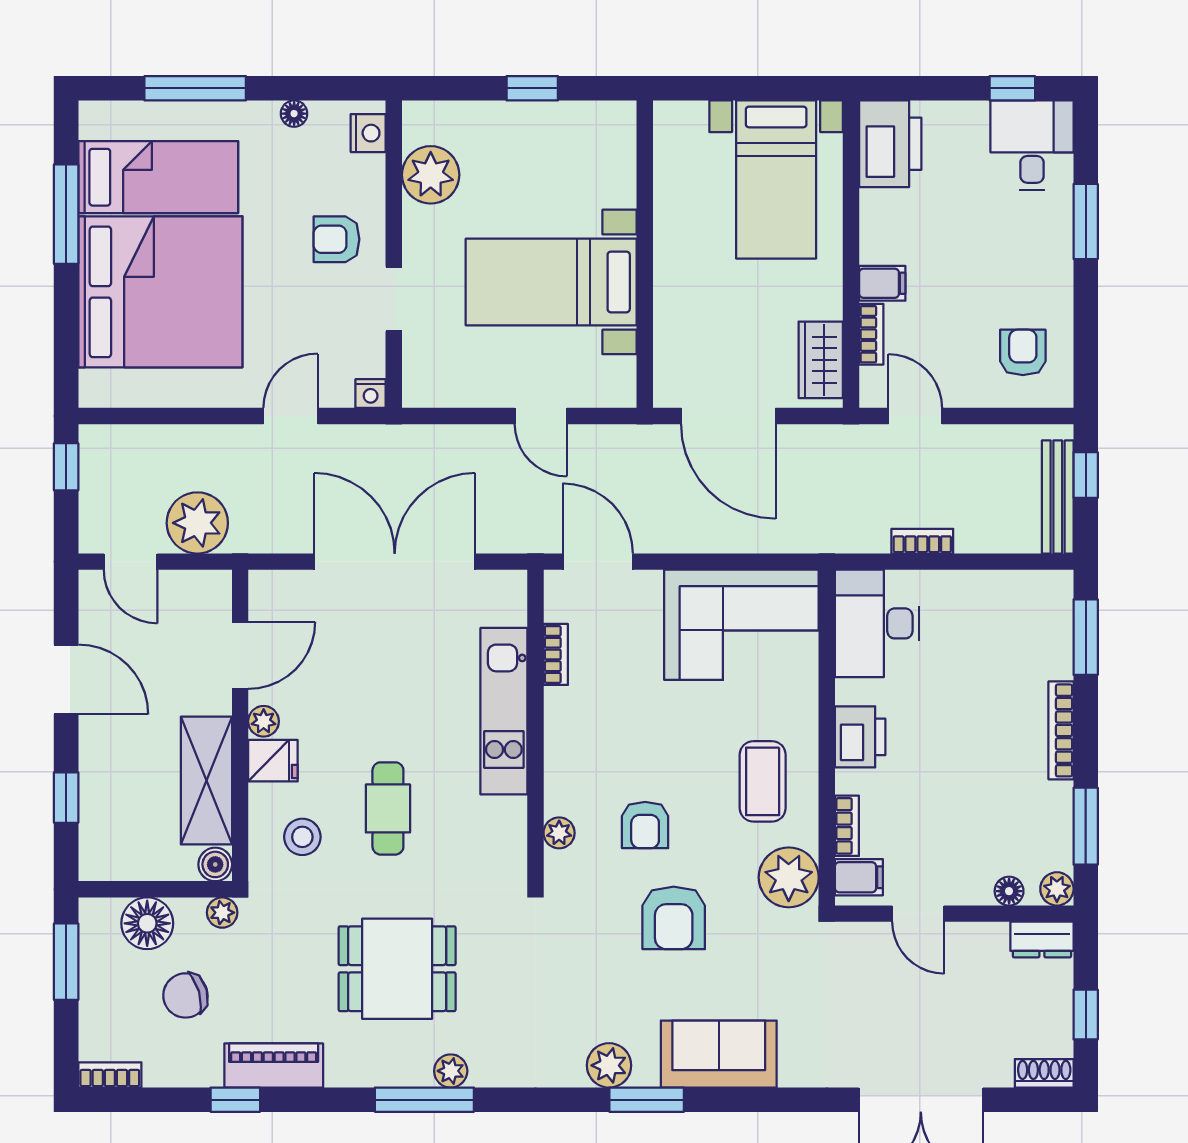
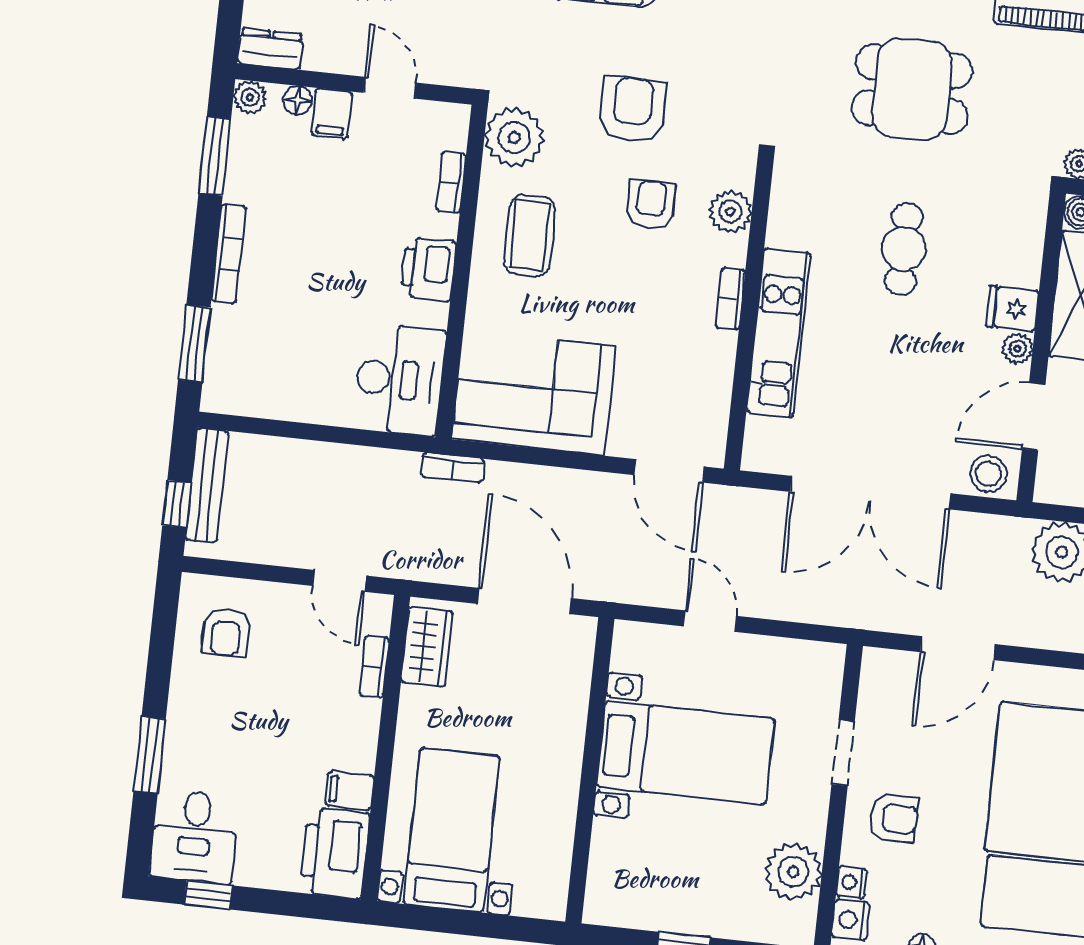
filing cabinet: (882, 283) -> (350, 791), moved
nightstand: (371, 394) -> (851, 882), moved, turned -90
door: (291, 416) -> (958, 648), width x1.38
bookcase: (922, 541) -> (453, 468), moved
bookcase: (556, 654) -> (730, 299), moved
plant: (559, 833) -> (730, 211), width x1.38, depth x1.38
stool: (302, 837) -> (988, 474), moved
filing cabinet: (859, 877) -> (332, 114), moved, turned -90

